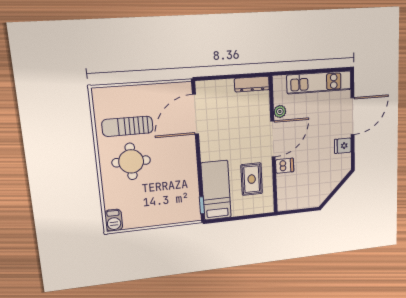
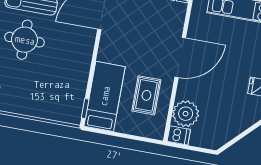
plant: (280, 111) -> (186, 114), moved, width x1.87, depth x1.87
dishwasher: (285, 166) -> (179, 135), moved

